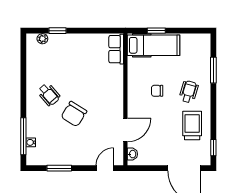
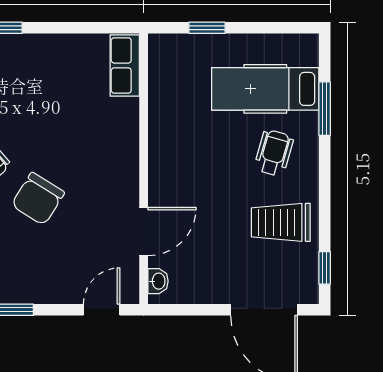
hospital bed: (154, 45) -> (265, 89), moved, turned 180
chair: (157, 91) -> (209, 151), removed
trolley: (192, 125) -> (281, 222), turned -90

